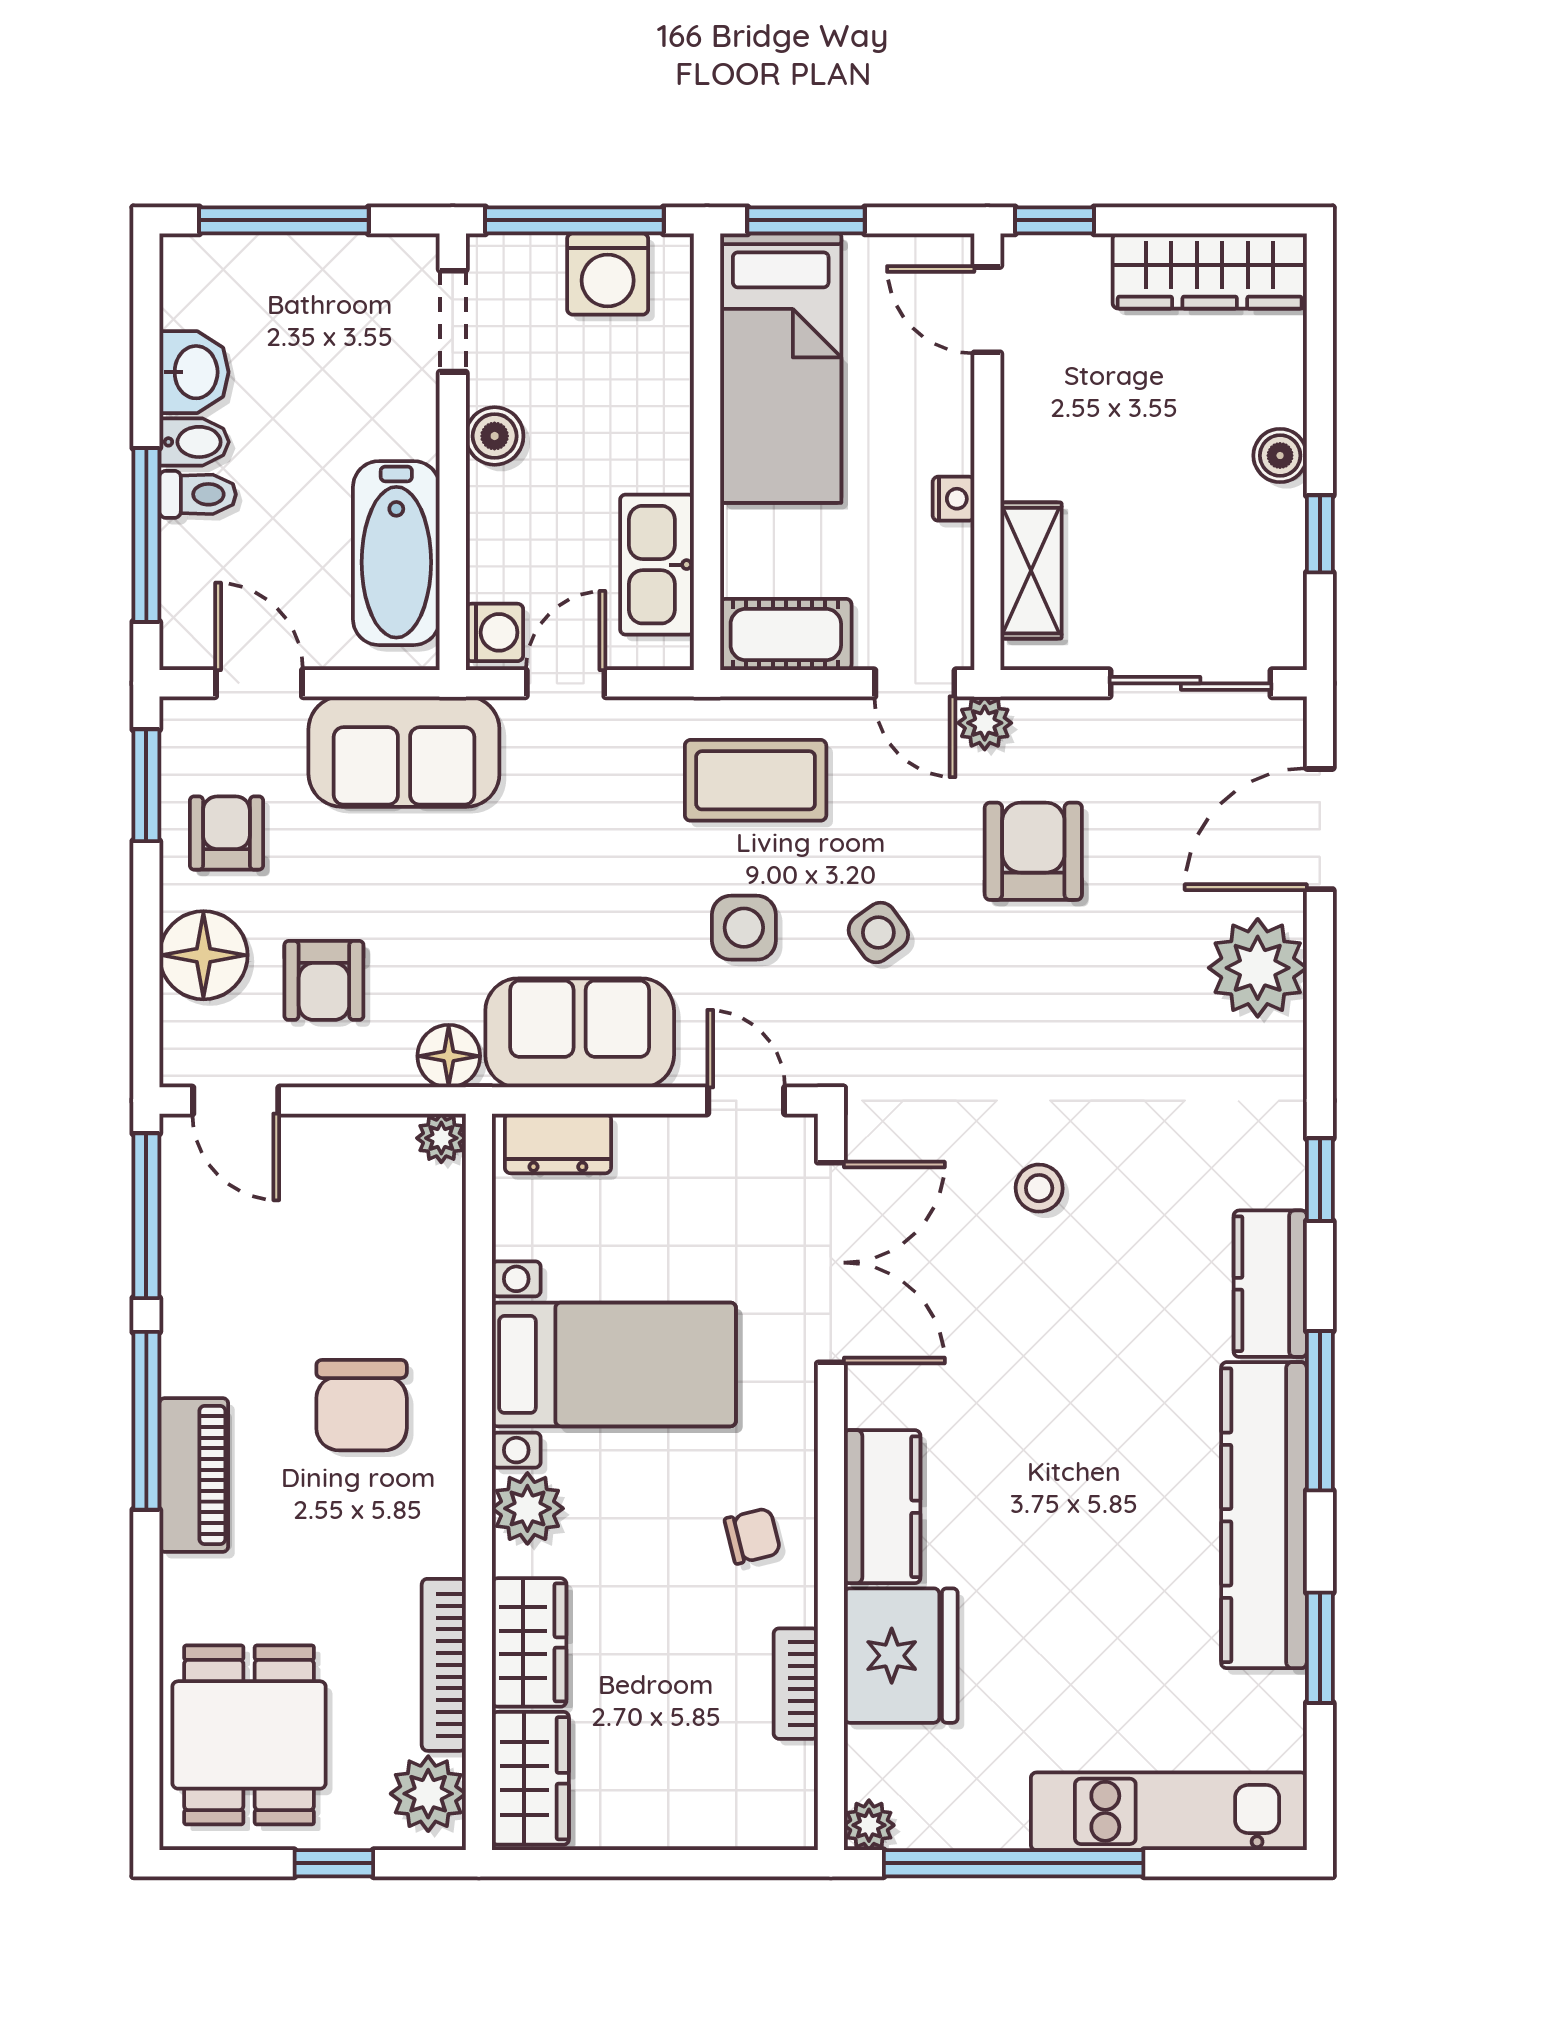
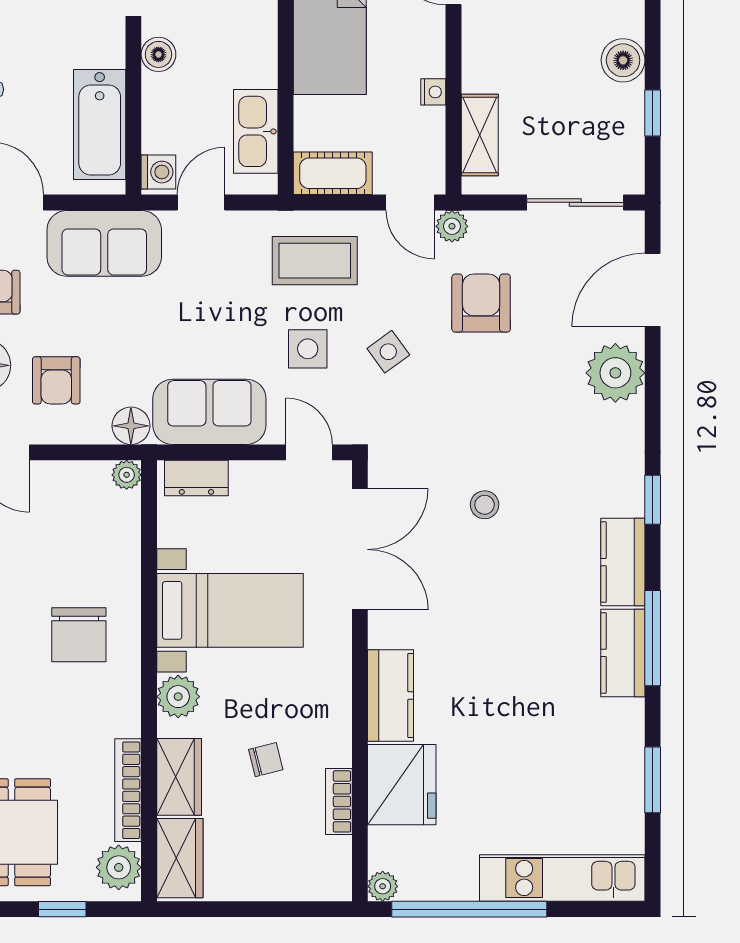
boiler: (1280, 456) -> (623, 60), width x1.36, depth x1.36
kitchen counter: (1264, 1515) -> (623, 653), width x0.48, depth x0.86
chair: (753, 1536) -> (266, 760), moved

